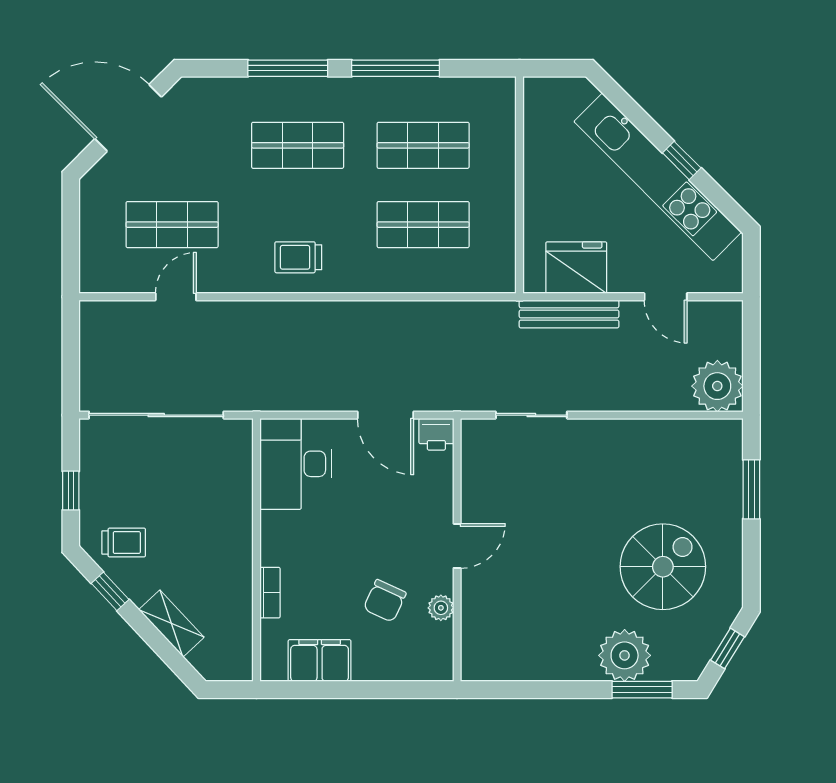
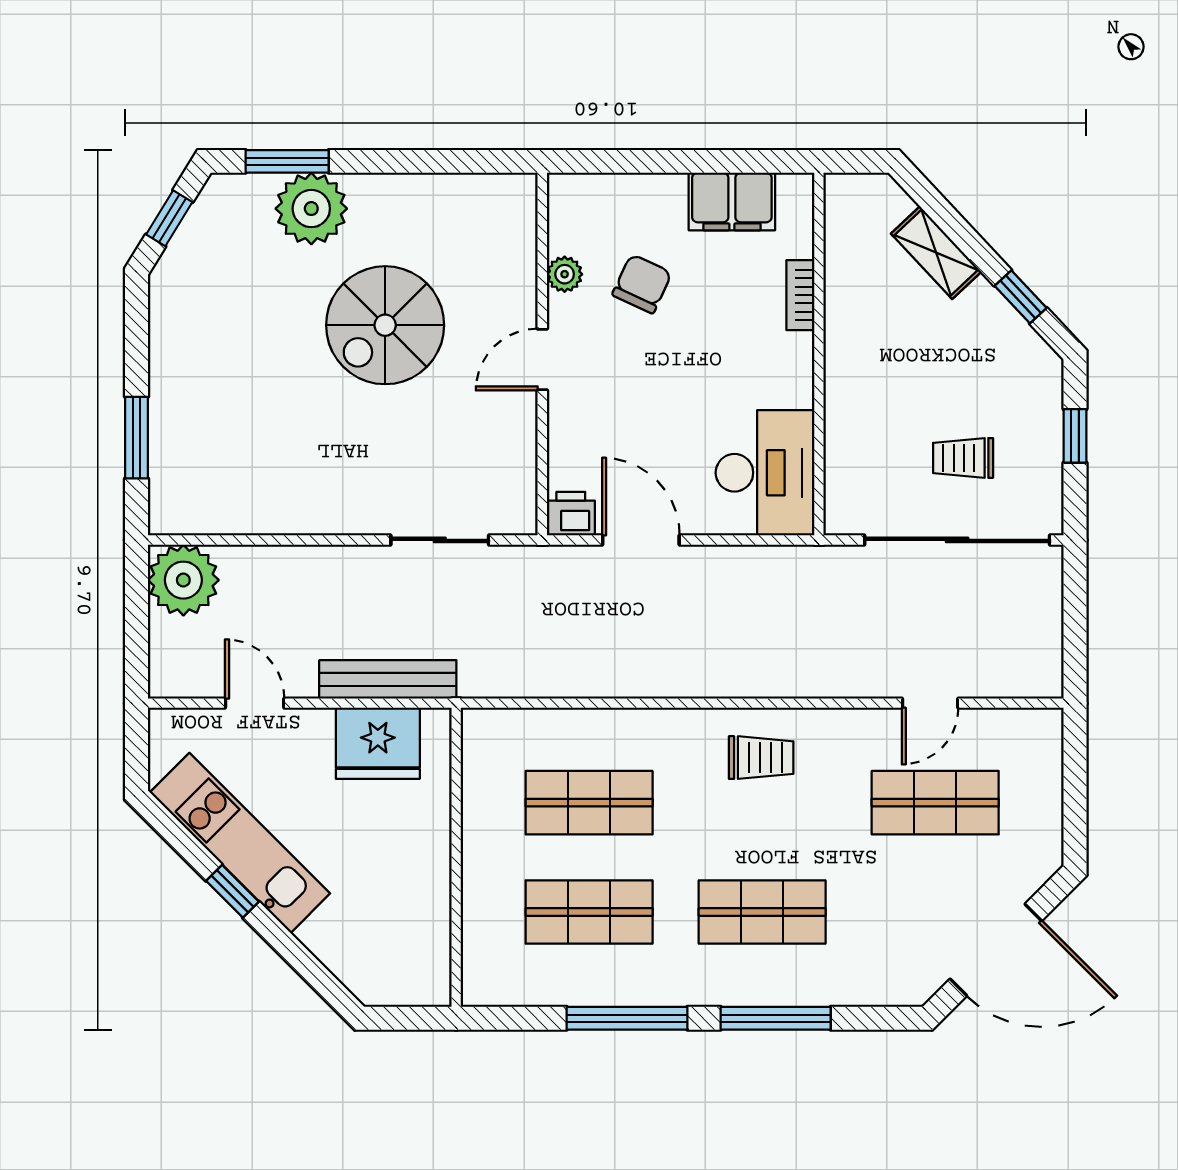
kitchen unit: (658, 177) -> (240, 843), width x0.73
trolley: (124, 543) -> (963, 458), moved
spiral stairs: (663, 567) -> (385, 325), moved

